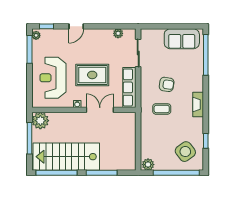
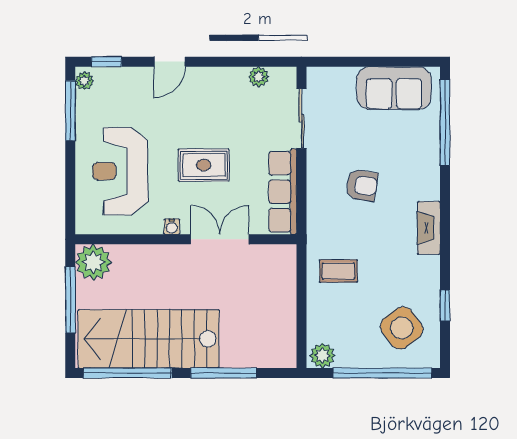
rug: (92, 75) -> (204, 165), width x0.73, depth x0.70
coffee table: (162, 109) -> (338, 271), moved

